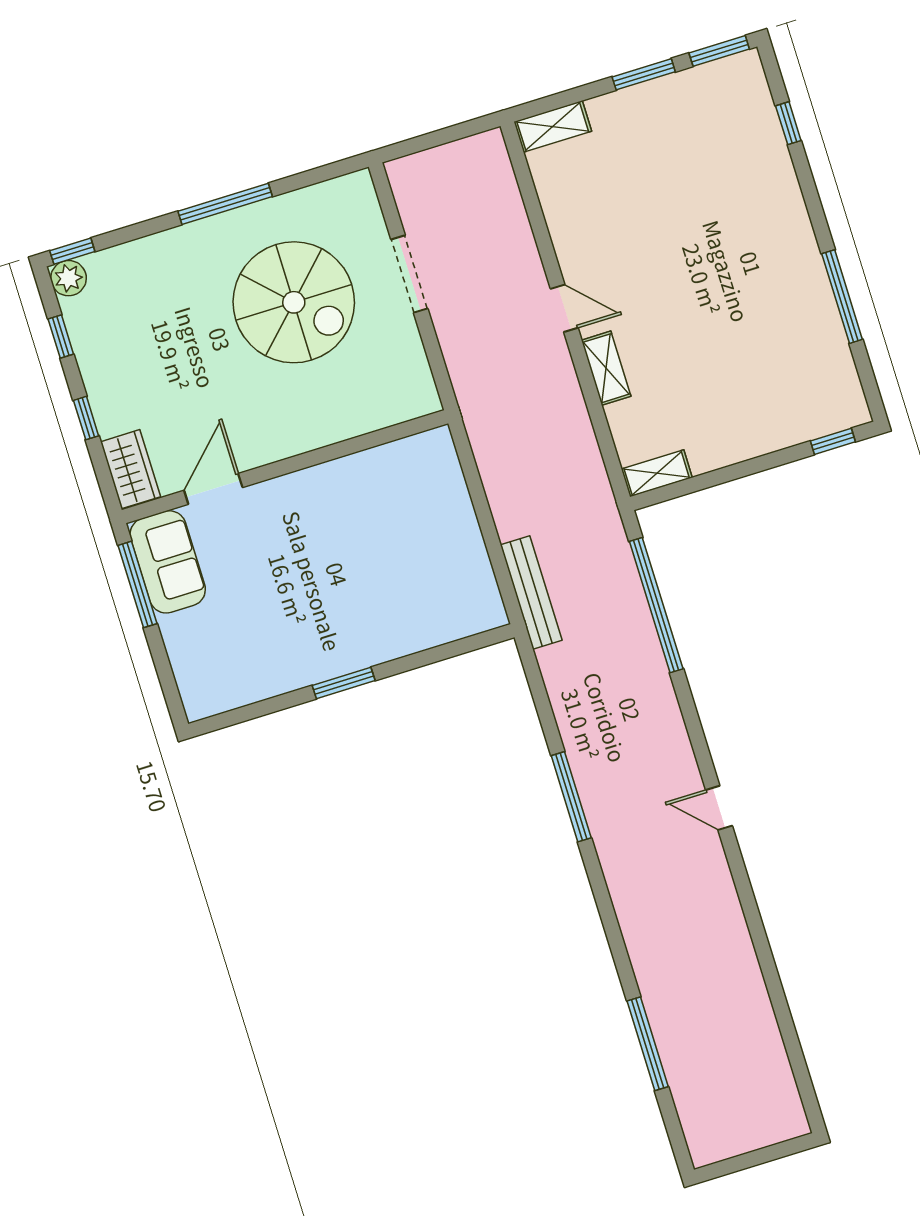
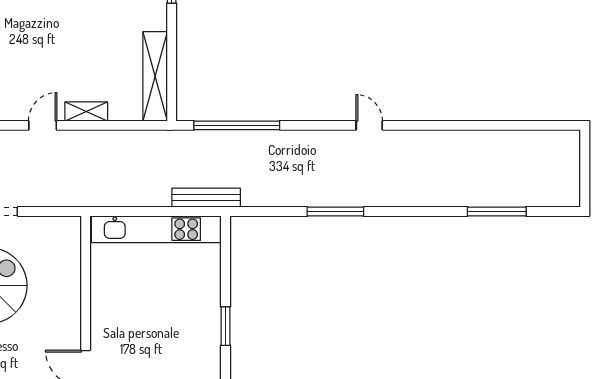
shelving: (657, 473) -> (155, 76), width x2.20, depth x1.33
kitchen unit: (459, 531) -> (156, 229), added
door: (719, 808) -> (369, 125), swing flipped

